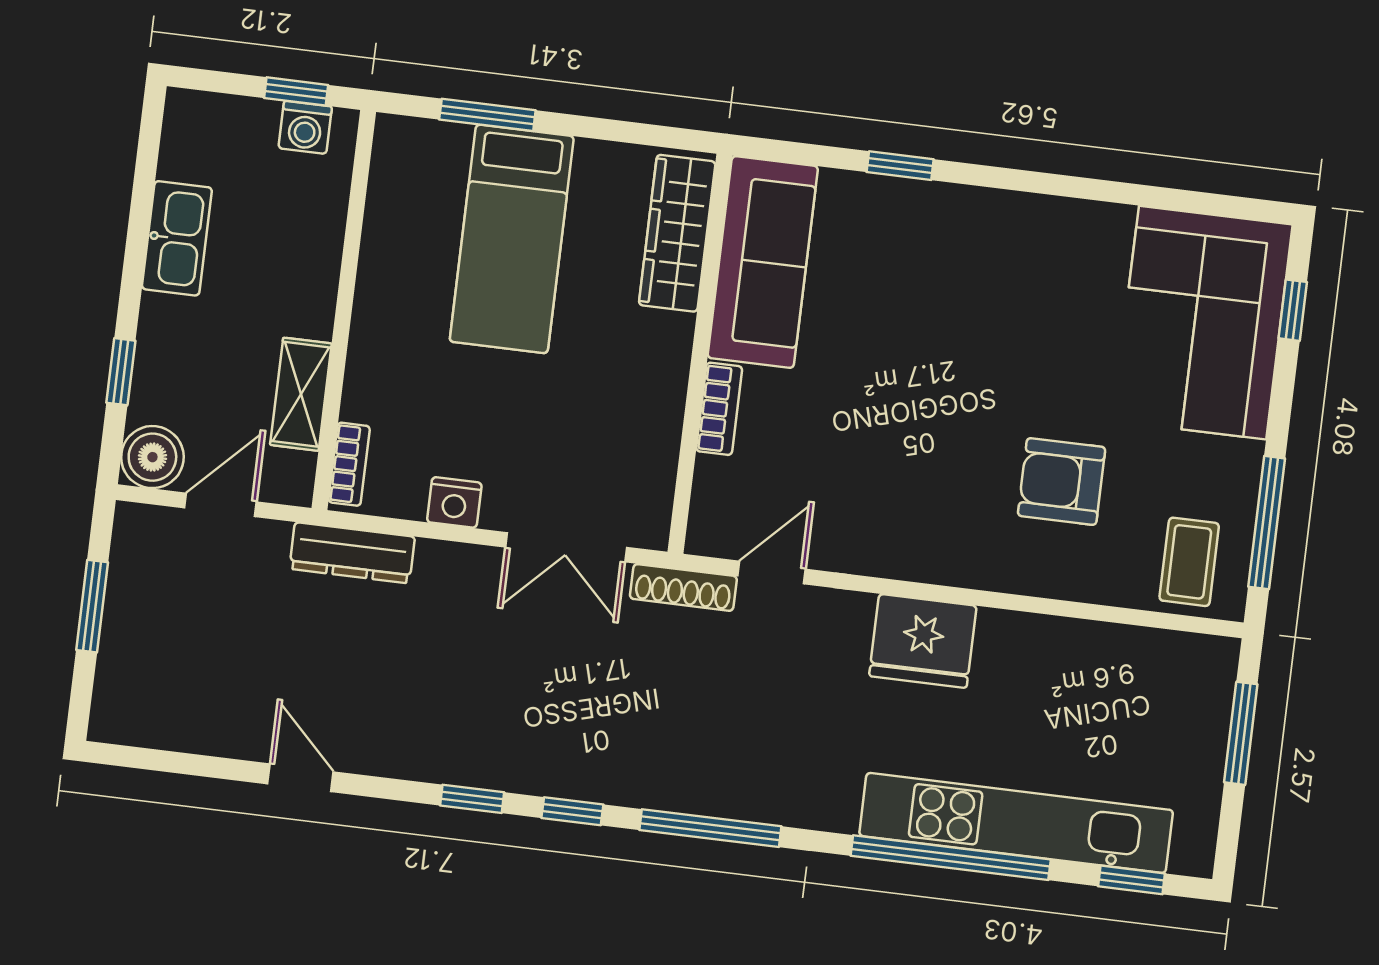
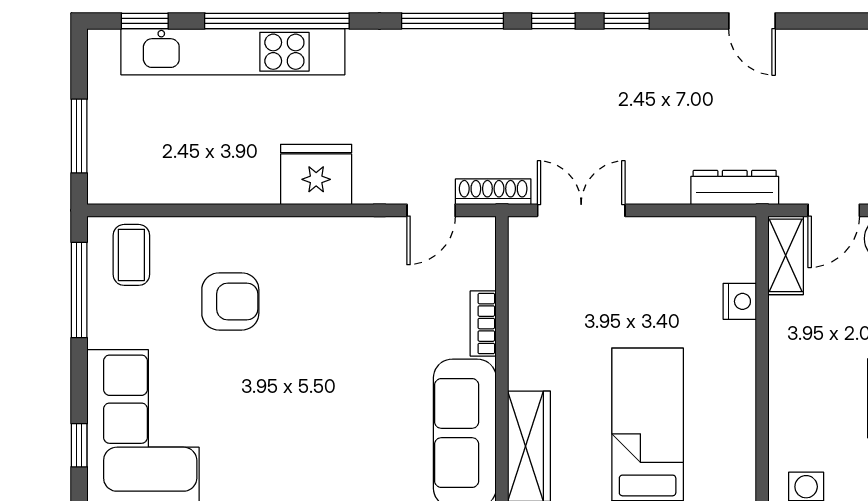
shelving: (301, 394) -> (786, 255), moved
bookcase: (349, 464) -> (745, 251), removed
nightstand: (454, 502) -> (740, 301), moved, turned 90

